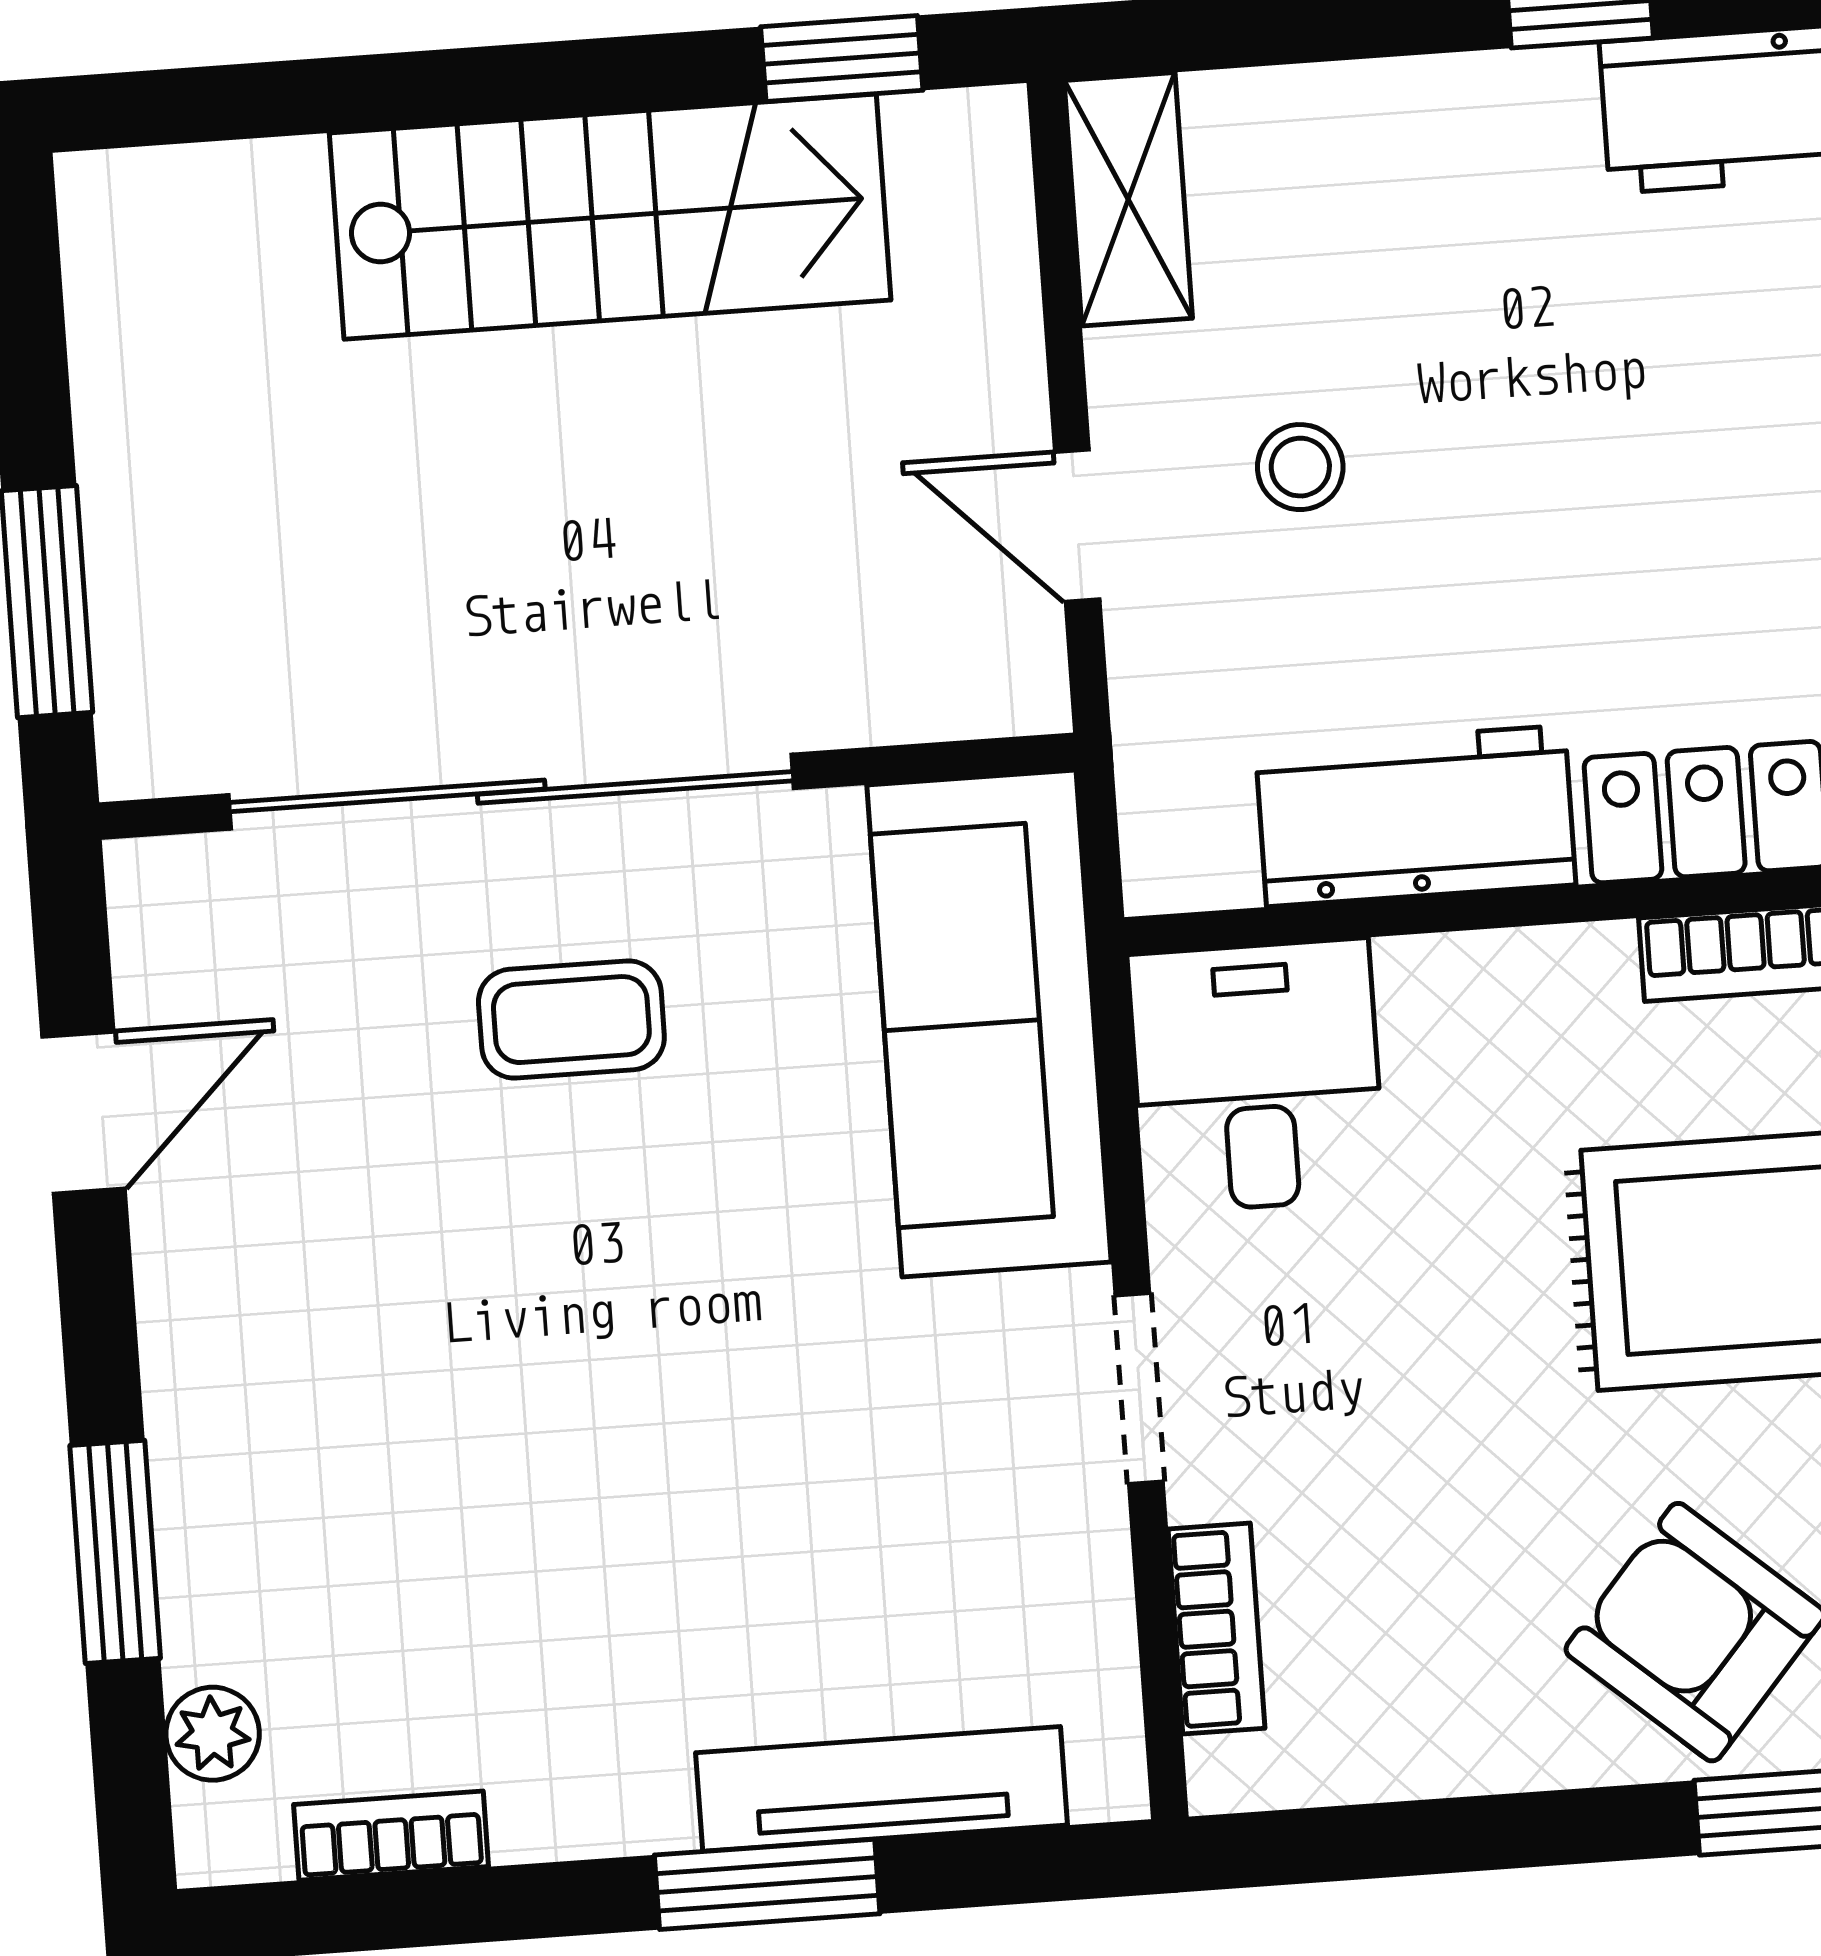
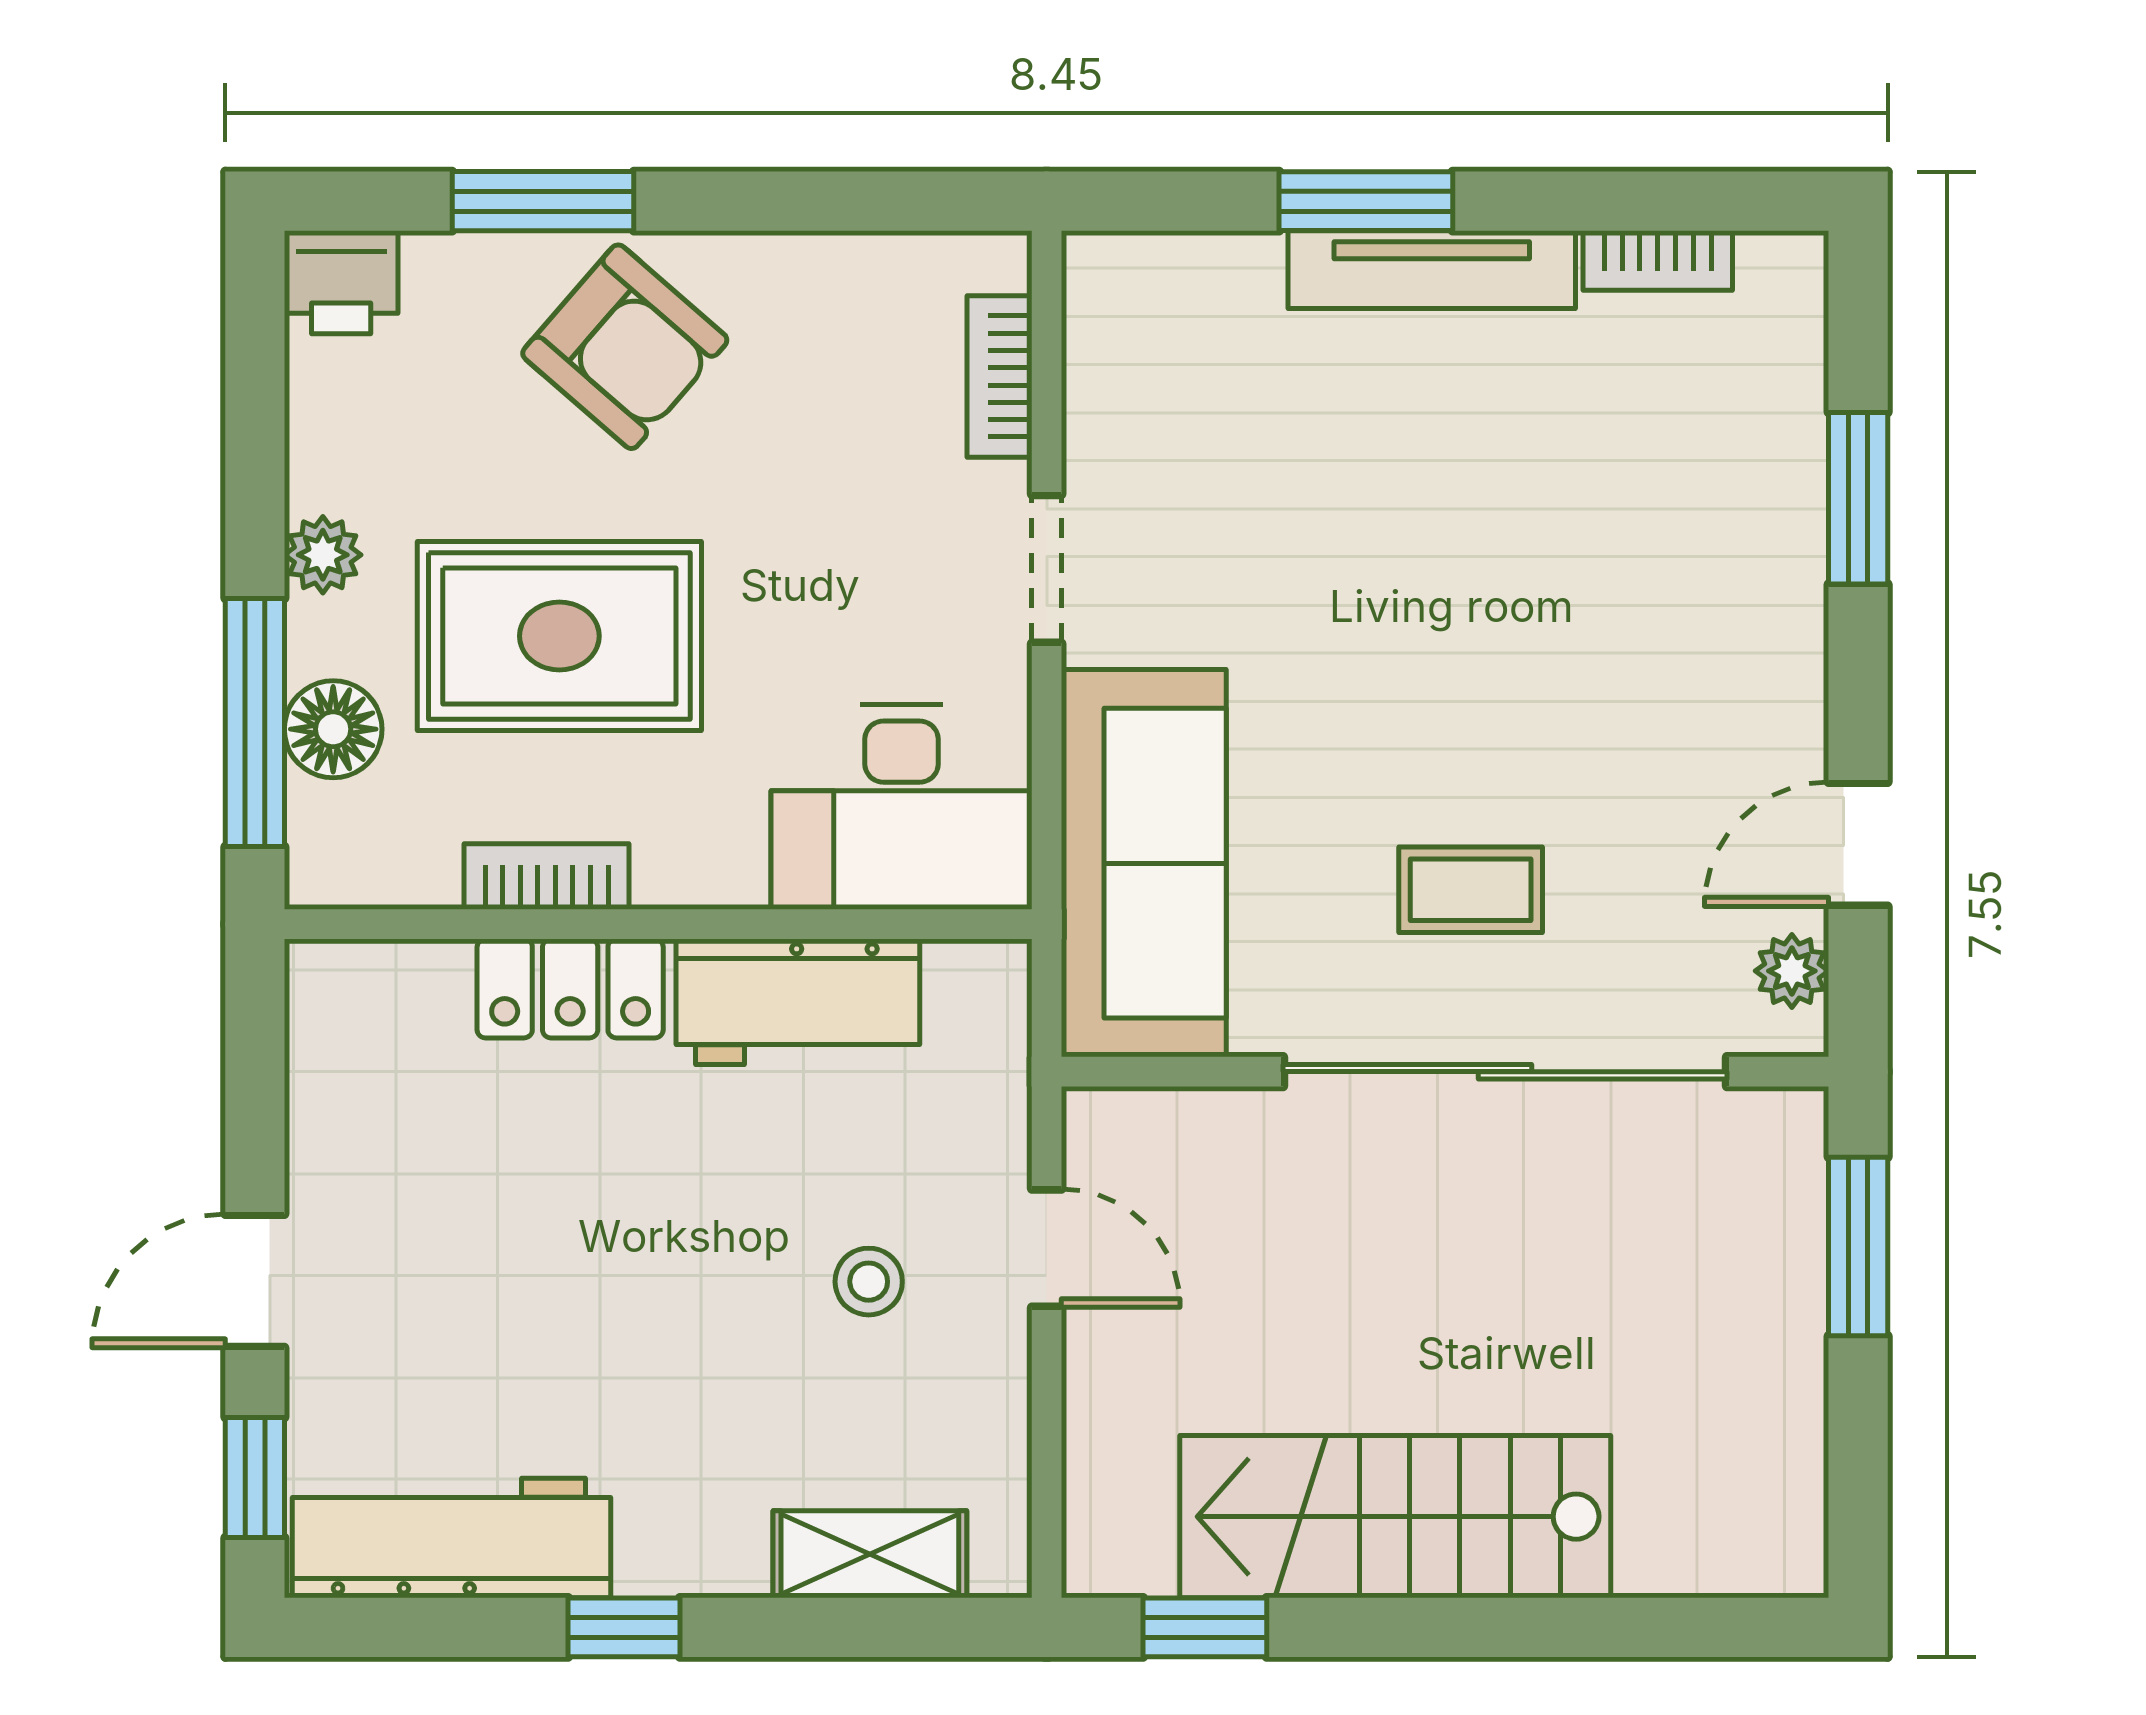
shelving: (1128, 199) -> (870, 1554), moved, turned 90
desk: (1257, 1076) -> (902, 807), width x1.37
plant: (213, 1734) -> (1792, 971), moved
tv unit: (882, 1789) -> (1432, 270), moved

